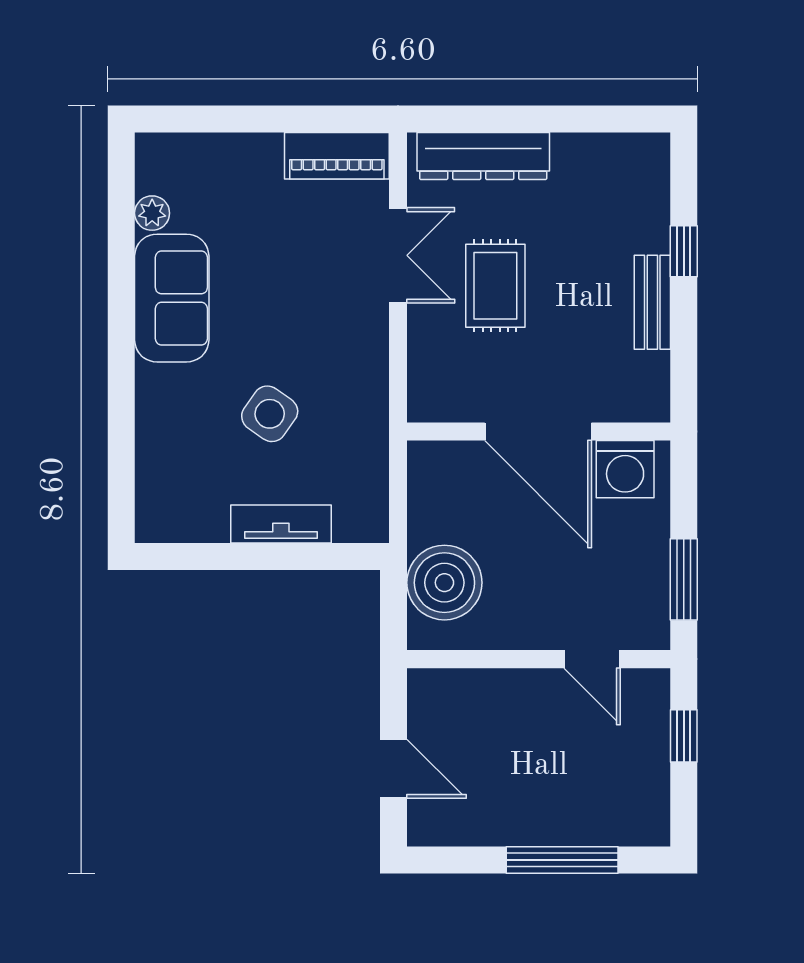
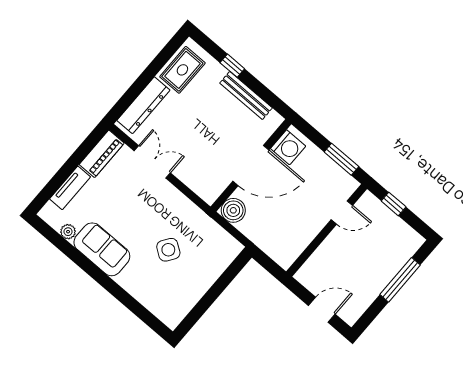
rug: (495, 286) -> (182, 70), moved, turned 90
bench: (652, 302) -> (246, 96), width x1.36
tv unit: (281, 524) -> (70, 188), moved, turned 180
boiler: (444, 583) -> (233, 210), moved, width x0.73, depth x0.73

